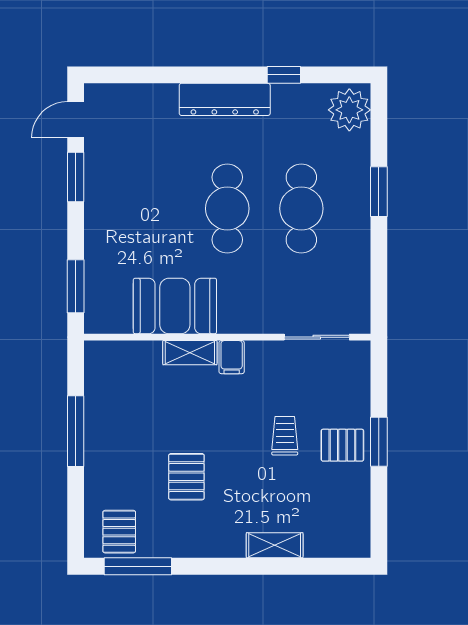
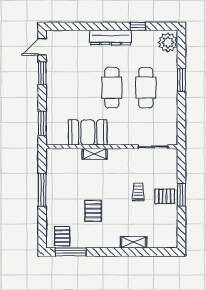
filing cabinet: (232, 357) -> (114, 156), removed

